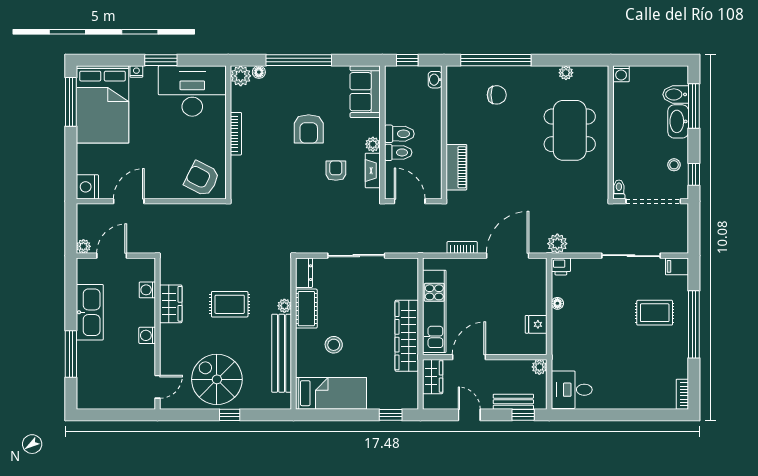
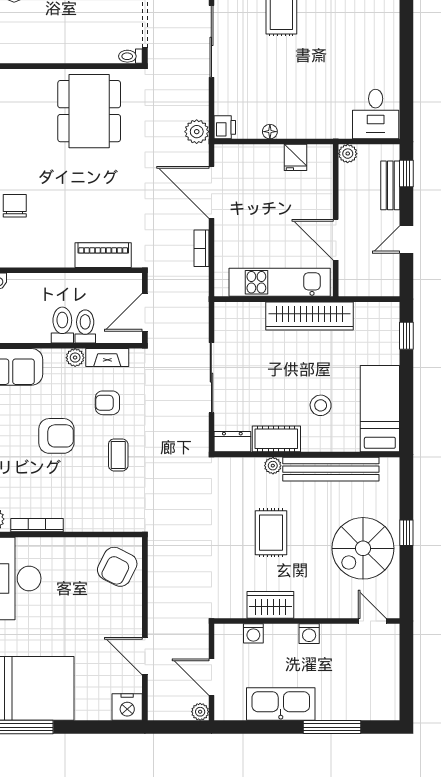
dining table: (570, 130) -> (89, 111), moved, turned 90
bookcase: (236, 134) -> (37, 525), moved
coffee table: (293, 179) -> (118, 455), added
wardrobe: (433, 377) -> (360, 284), removed

